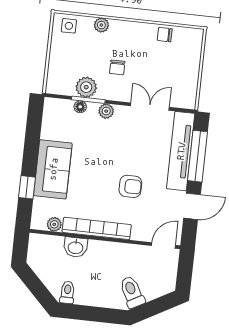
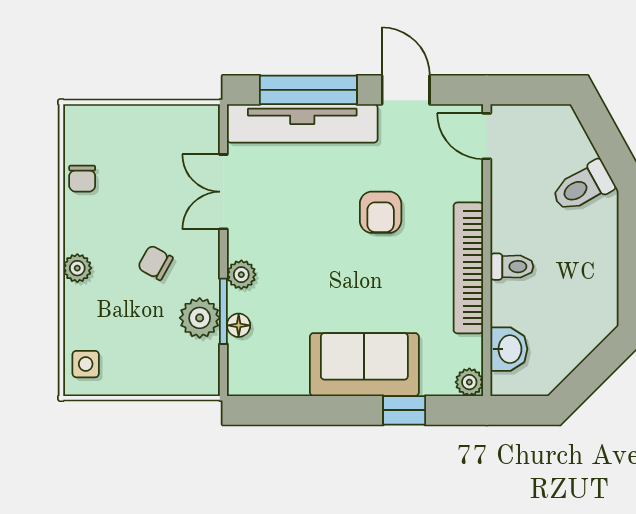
plant: (101, 25) -> (77, 268), moved
chair: (117, 67) -> (155, 263), turned -151
armchair: (130, 186) -> (381, 212), turned 180
plant: (54, 224) -> (469, 382), moved
washbasin: (76, 247) -> (509, 349), moved
toilet: (67, 292) -> (512, 267), moved, turned 180

